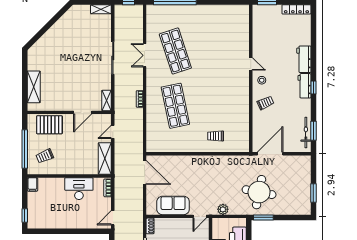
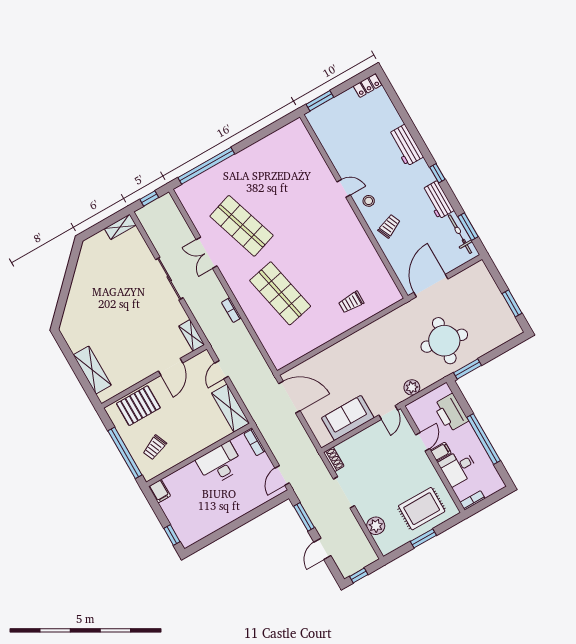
locker: (296, 9) -> (367, 86), width x0.66
workbench: (304, 86) -> (438, 200), moved

